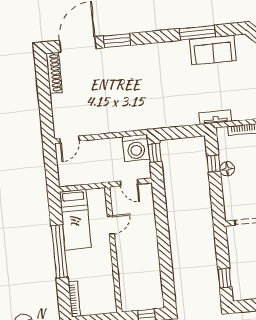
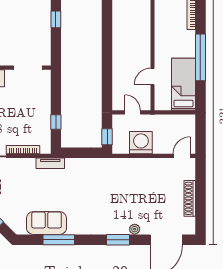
window: (117, 41) -> (118, 240), moved
plant: (114, 53) -> (135, 229), added
shoe rack: (54, 73) -> (190, 198), moved
washing machine: (136, 148) -> (141, 143), moved
floor lamp: (227, 169) -> (44, 116), removed

